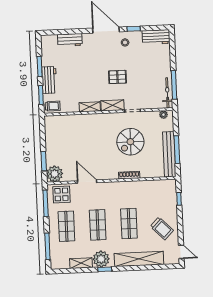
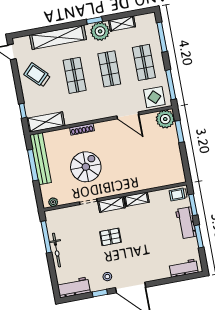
workbench: (70, 40) -> (184, 268), moved
bicycle: (167, 93) -> (57, 250), moved
shelving: (160, 186) -> (46, 122), added

